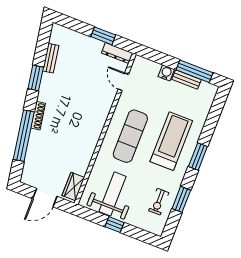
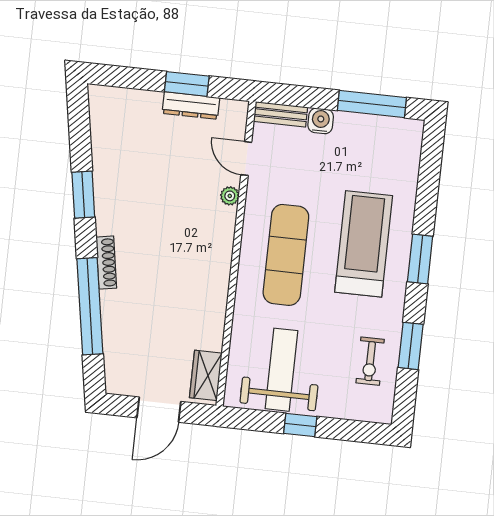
dresser: (117, 53) -> (191, 106), moved
bench: (51, 58) -> (101, 151), removed
bench: (187, 79) -> (281, 114), moved
plant: (110, 99) -> (230, 196), added

